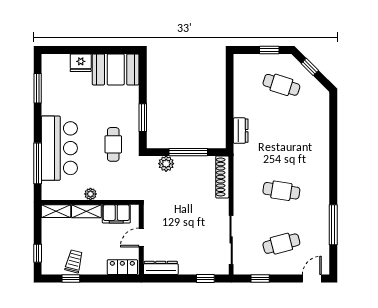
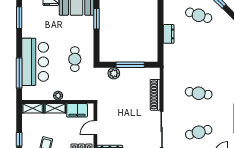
window: (143, 118) -> (97, 19), moved
dresser: (241, 131) -> (169, 34), moved
shoe rack: (222, 177) -> (155, 95), moved

